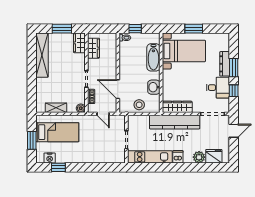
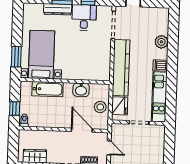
window: (194, 29) -> (16, 57), moved
door: (118, 89) -> (82, 130), swing flipped
wardrobe: (177, 107) -> (104, 64), removed
door: (103, 114) -> (109, 148), hinge flipped
fridge: (214, 156) -> (120, 106), moved, turned 180

